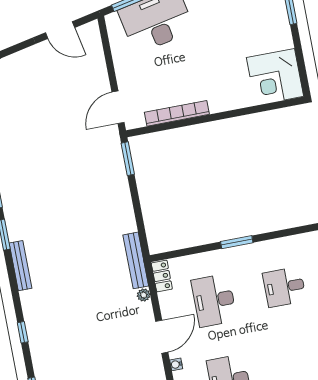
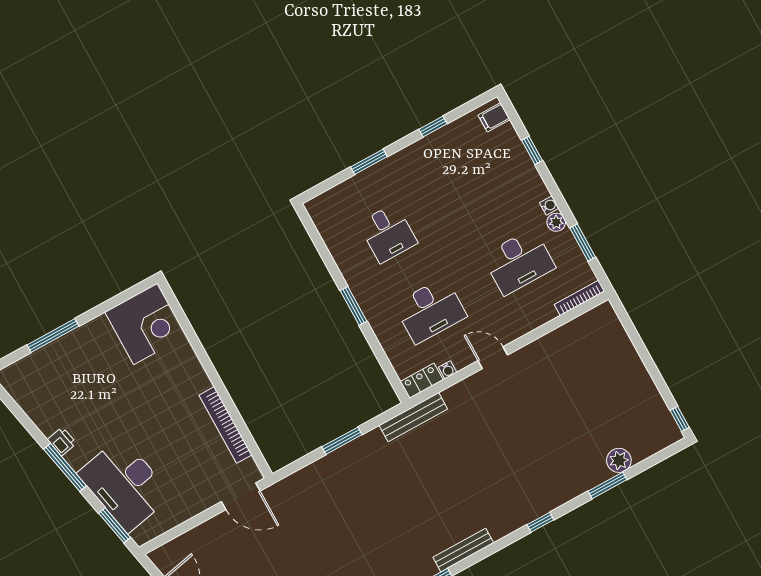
window: (128, 159) -> (342, 441), moved
plant: (144, 295) -> (451, 395), removed
door: (162, 337) -> (493, 358), width x0.73
water cooler: (176, 364) -> (448, 370), moved

